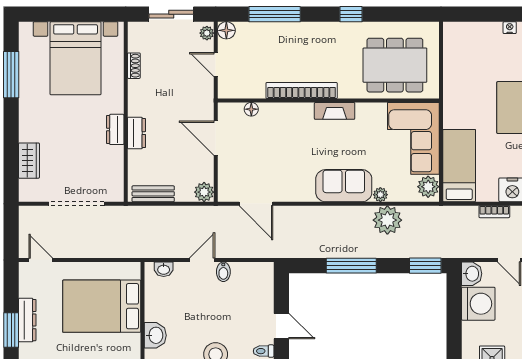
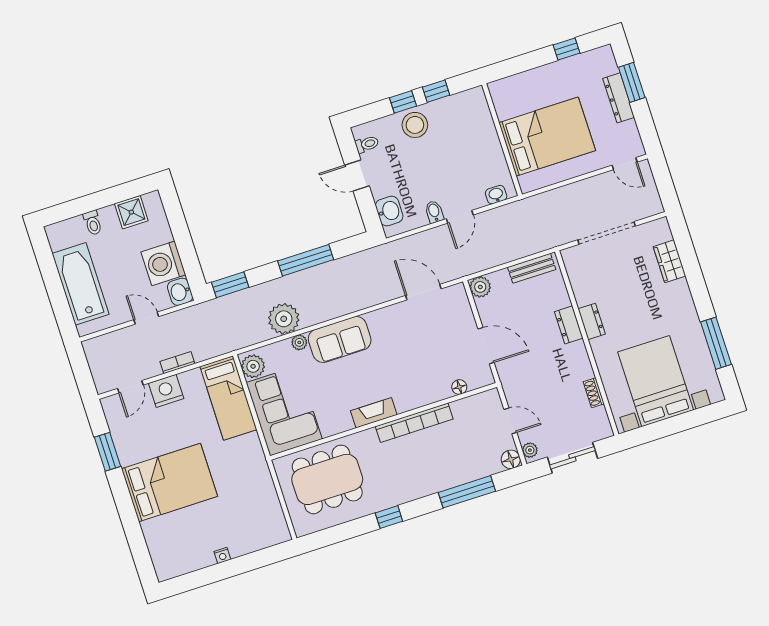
washbasin: (155, 335) -> (389, 211), moved, turned 180

